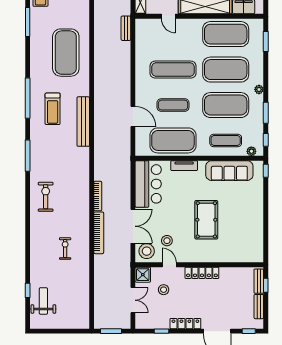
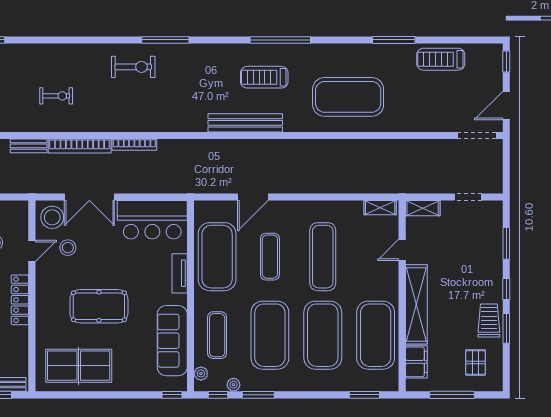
bench: (126, 28) -> (29, 146), moved
shelving: (140, 31) -> (380, 208), added
plant: (259, 89) -> (233, 385), moved
window: (28, 156) -> (165, 40), moved
table tennis table: (246, 233) -> (79, 366), added
shower: (143, 275) -> (17, 212), removed

